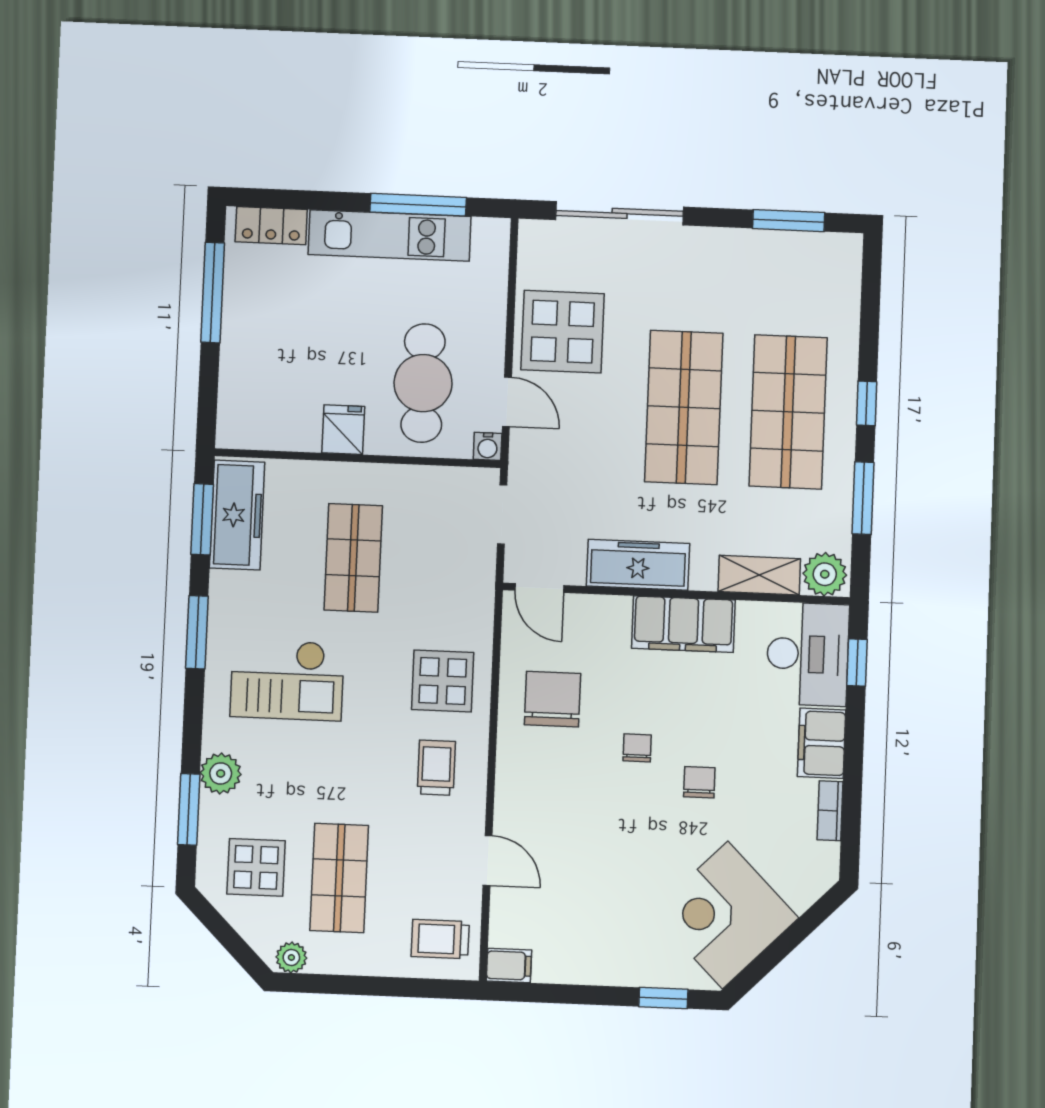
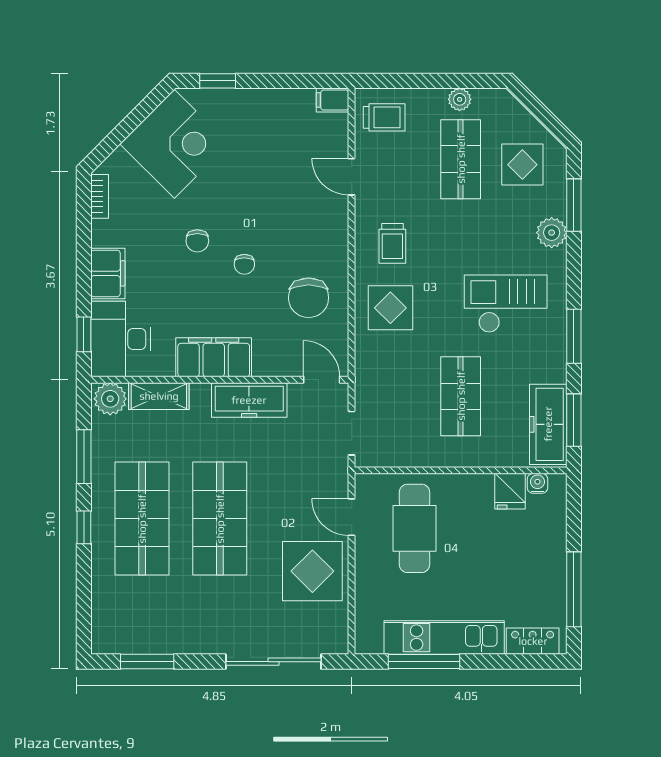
fridge: (343, 430) -> (510, 491), moved
water cooler: (488, 446) -> (537, 483), moved
bookcase: (830, 811) -> (100, 196), moved
plant: (291, 957) -> (460, 99), moved

